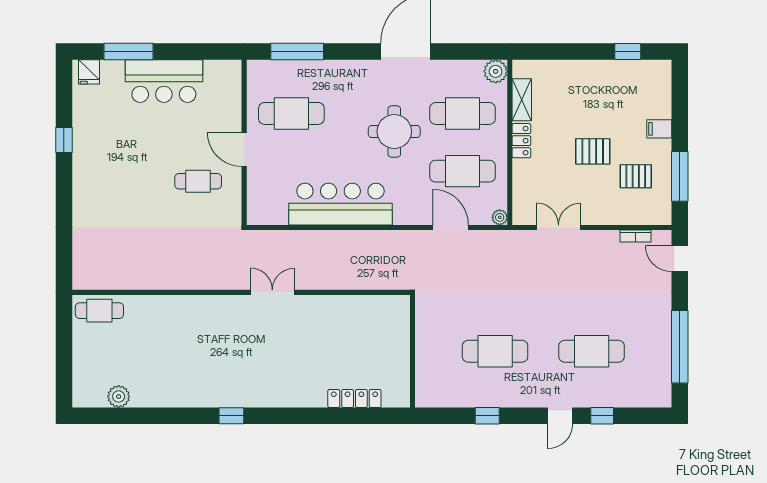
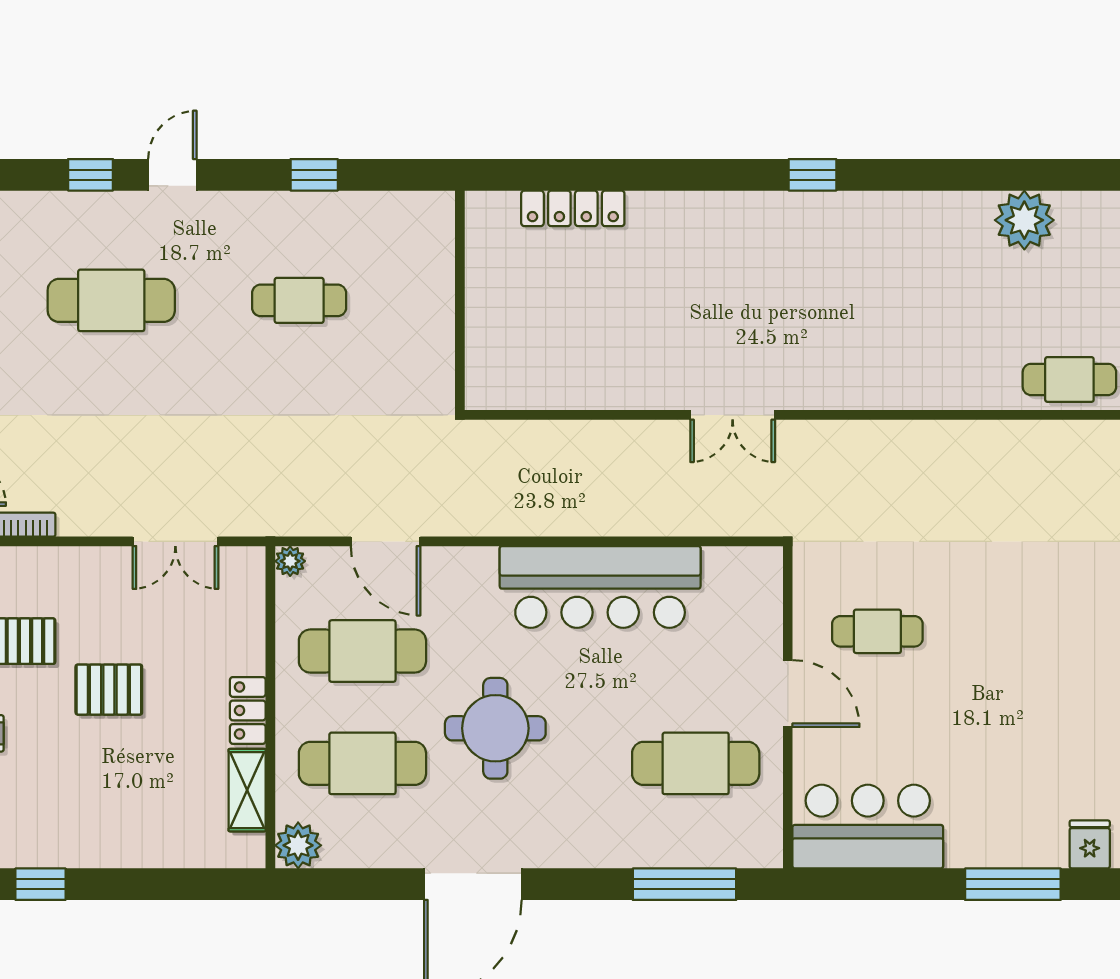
bar counter: (164, 81) -> (868, 827), moved
cafe table: (495, 351) -> (299, 300), width x0.73, depth x0.74
plant: (119, 396) -> (1024, 220), width x1.36, depth x1.36

